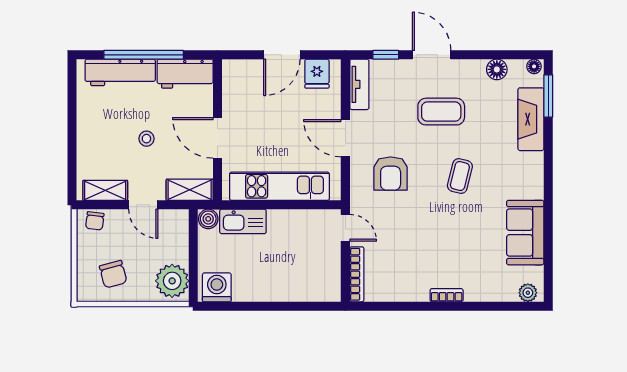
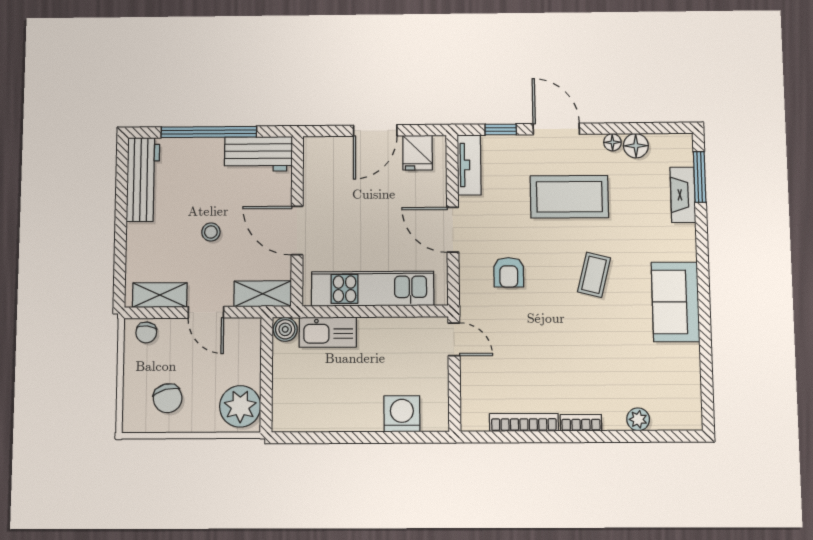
floor lamp: (534, 66) -> (612, 142), moved
workbench: (120, 72) -> (143, 179), moved, turned -90
coffee table: (441, 112) -> (569, 197), width x1.36, depth x1.32
fireplace: (531, 119) -> (683, 195), width x0.73, depth x0.76
armchair: (391, 174) -> (509, 272), width x0.72, depth x0.72
sofa: (525, 233) -> (675, 302), moved
bookcase: (357, 274) -> (524, 422), moved, turned -90
washing machine: (217, 287) -> (402, 414), moved
plant: (528, 293) -> (638, 419), moved

